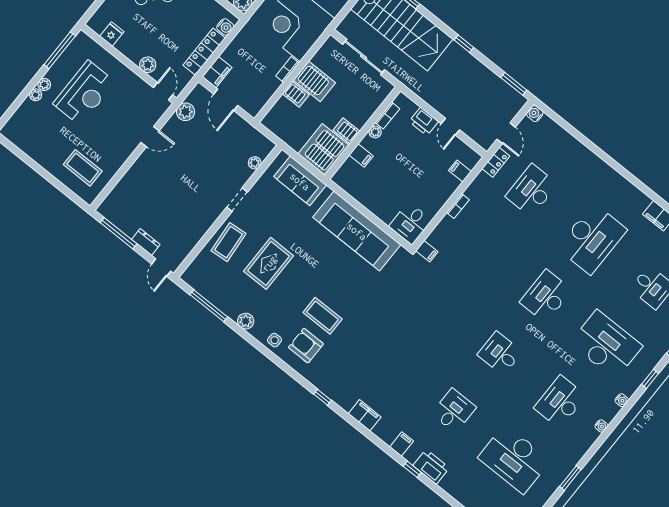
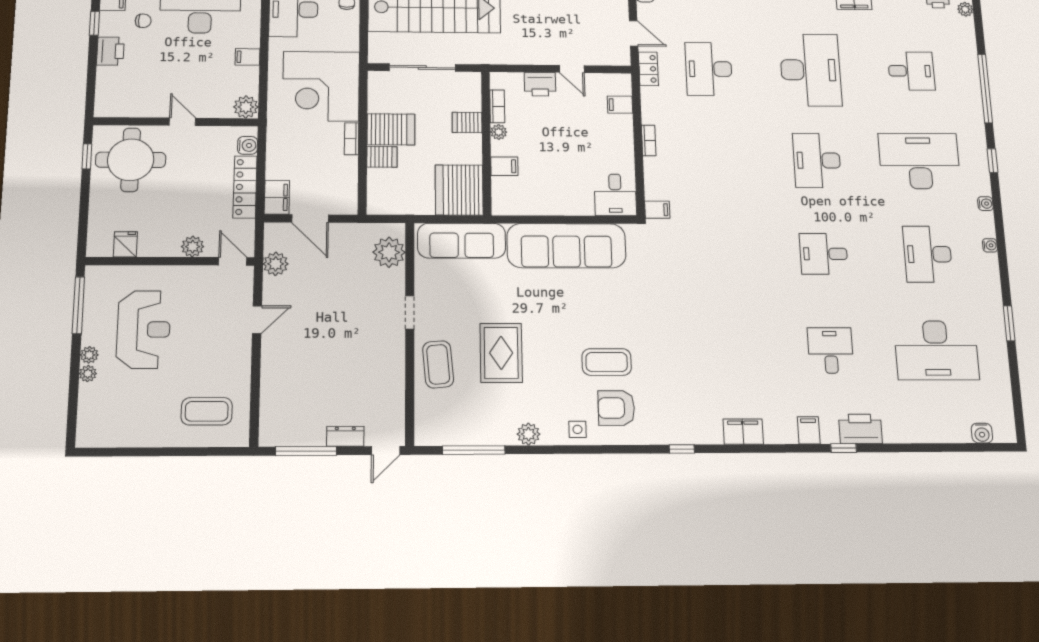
server rack: (347, 131) -> (467, 122), moved
plant: (255, 163) -> (389, 252), width x1.88, depth x1.88
sofa: (300, 181) -> (462, 241), width x1.36
door: (161, 268) -> (386, 451), hinge flipped

